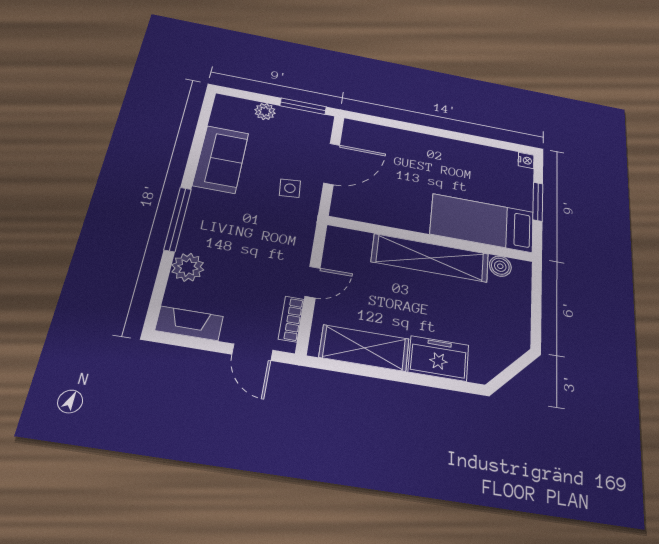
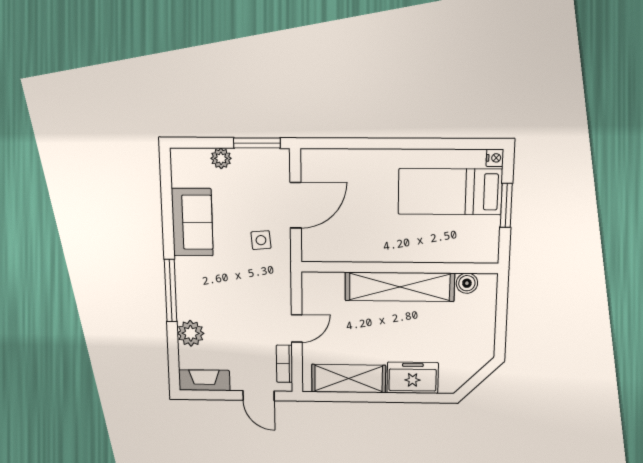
bed: (482, 223) -> (450, 192), moved

